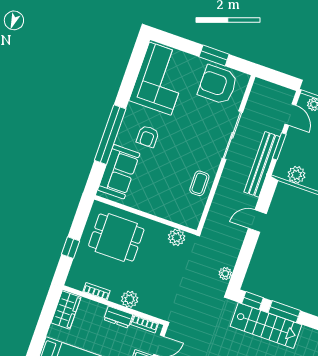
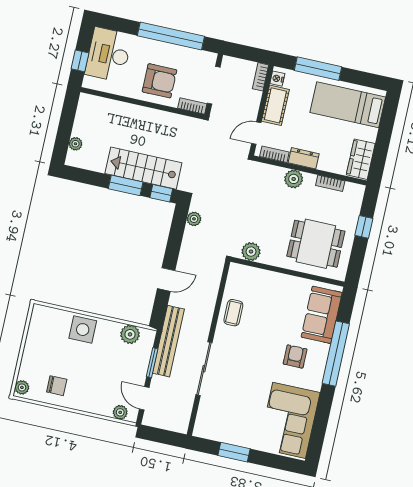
armchair: (218, 85) -> (226, 421), removed

